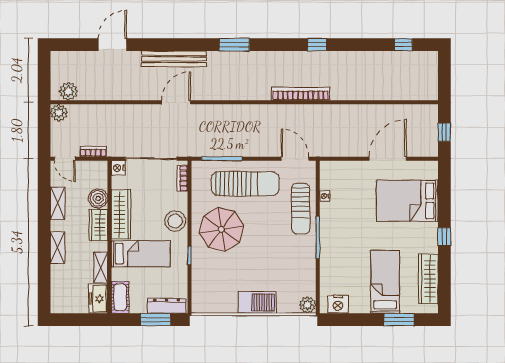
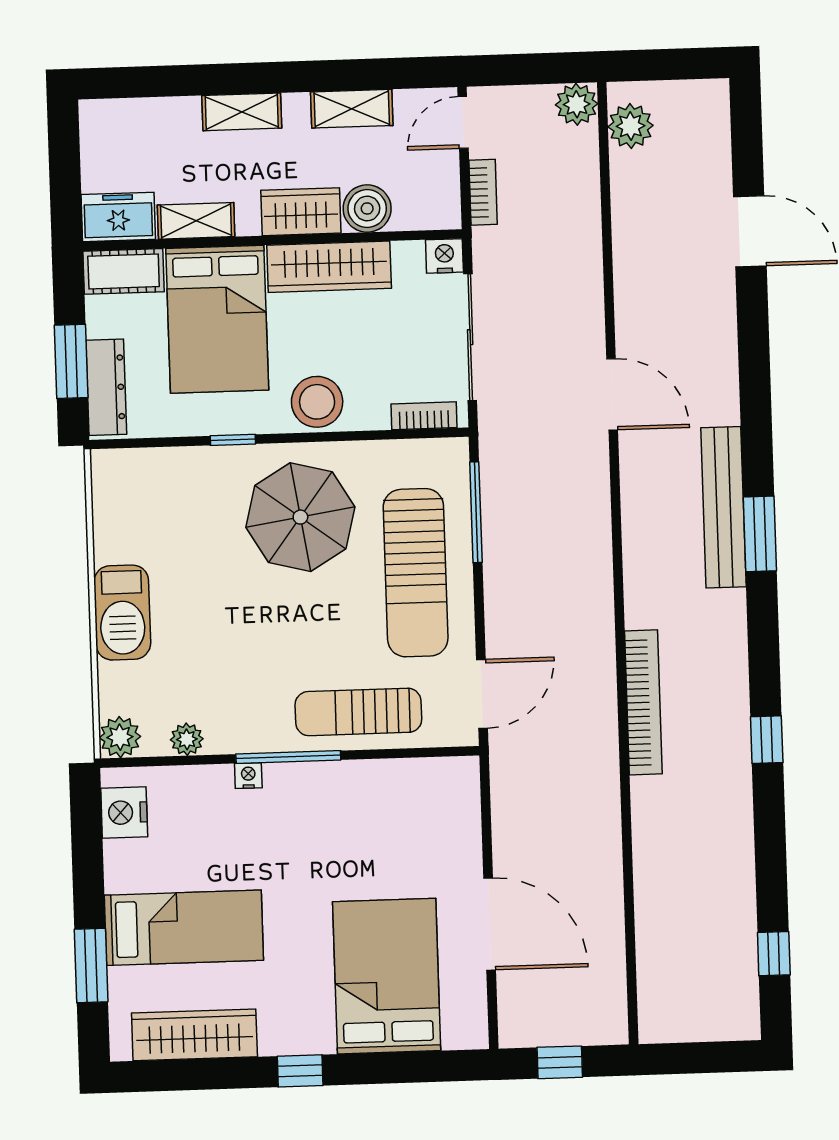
bench: (174, 59) -> (723, 507), moved
nightstand: (325, 196) -> (248, 776), moved
bed: (141, 254) -> (217, 319), width x1.50
plant: (309, 278) -> (187, 739), added

